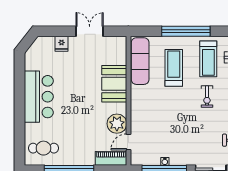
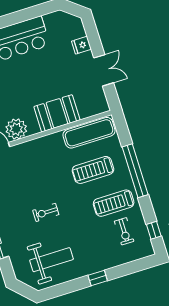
treadmill: (174, 68) -> (93, 170), turned 180
exercise bike: (207, 96) -> (46, 212), moved

